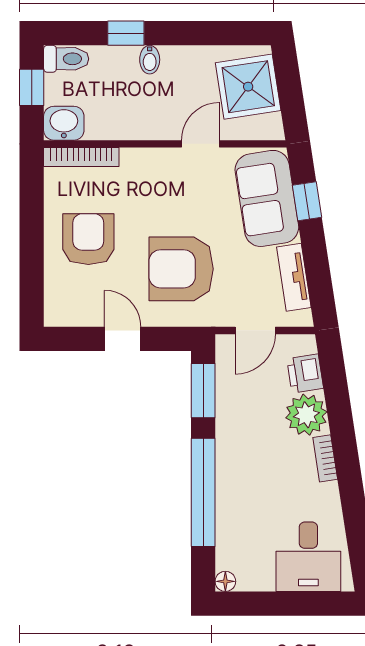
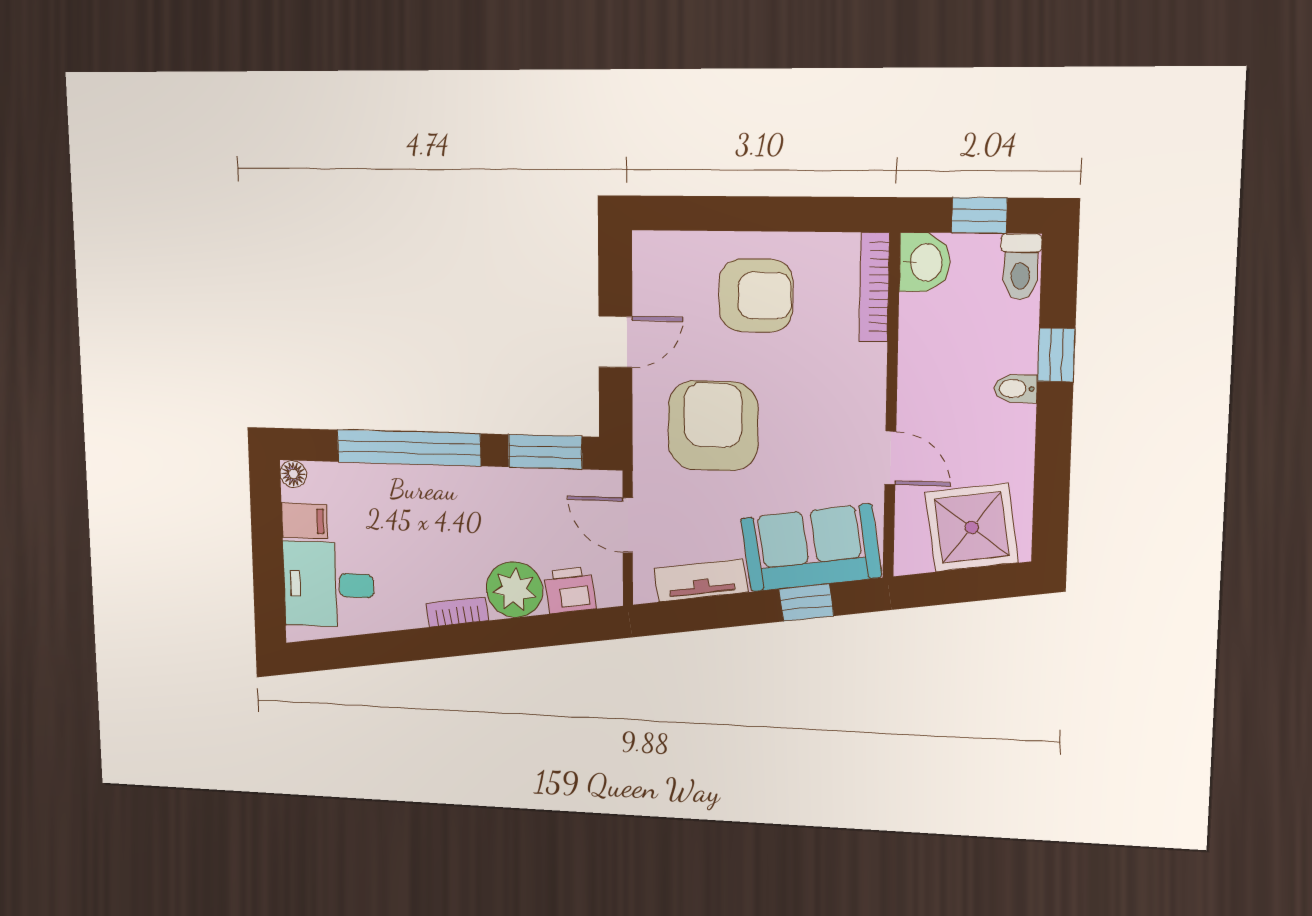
filing cabinet: (260, 574) -> (304, 521), added

